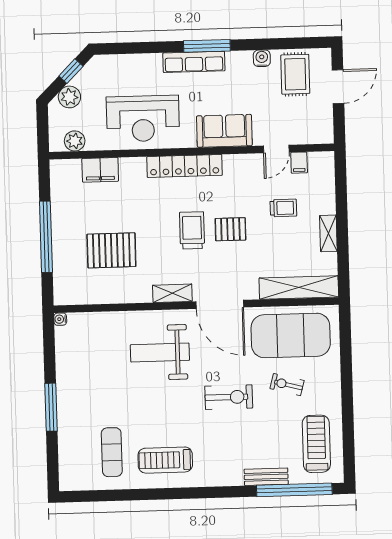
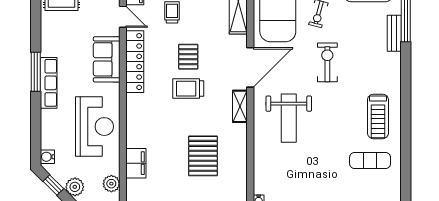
water cooler: (262, 58) -> (47, 157), moved
locker: (185, 166) -> (135, 62), moved

